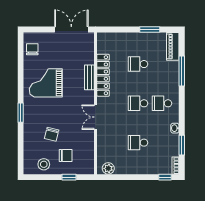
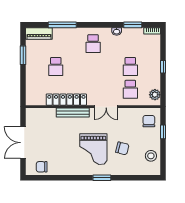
double door: (71, 30) -> (23, 143), moved
bench: (89, 77) -> (73, 113), width x1.36
grand piano: (46, 83) -> (93, 149), moved
school desk: (138, 103) -> (130, 89), moved
chair: (66, 156) -> (149, 121), moved
window: (165, 177) -> (163, 67), moved

